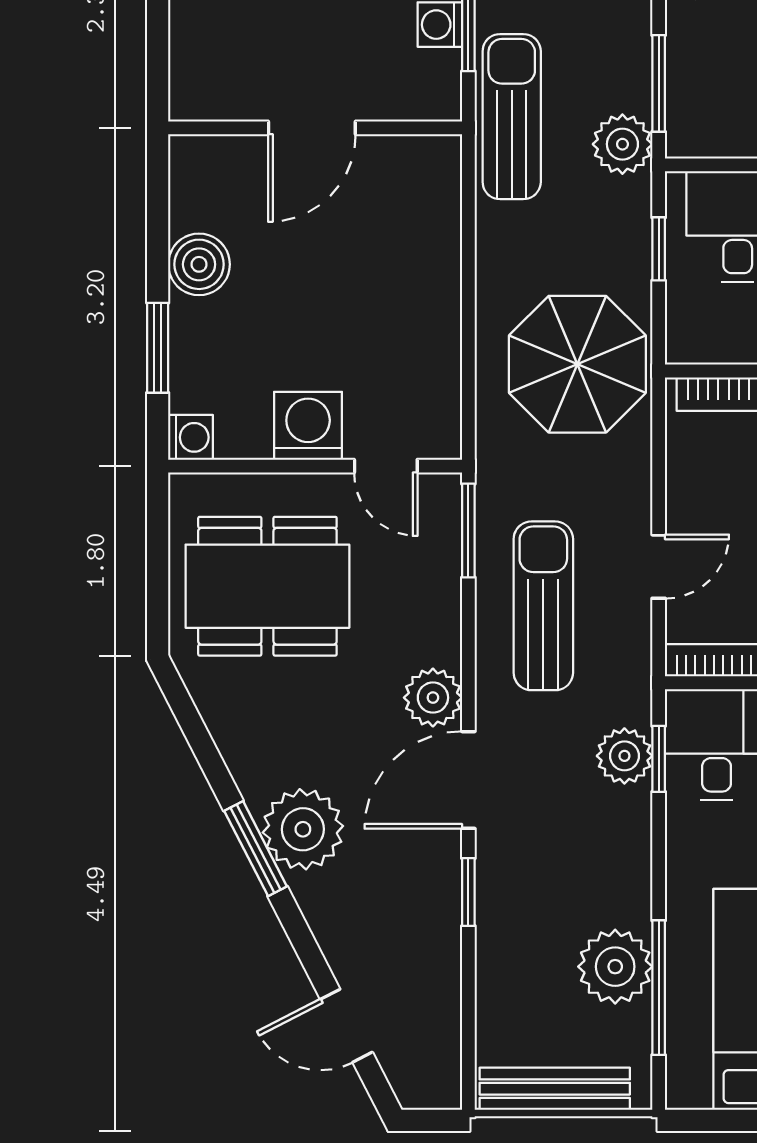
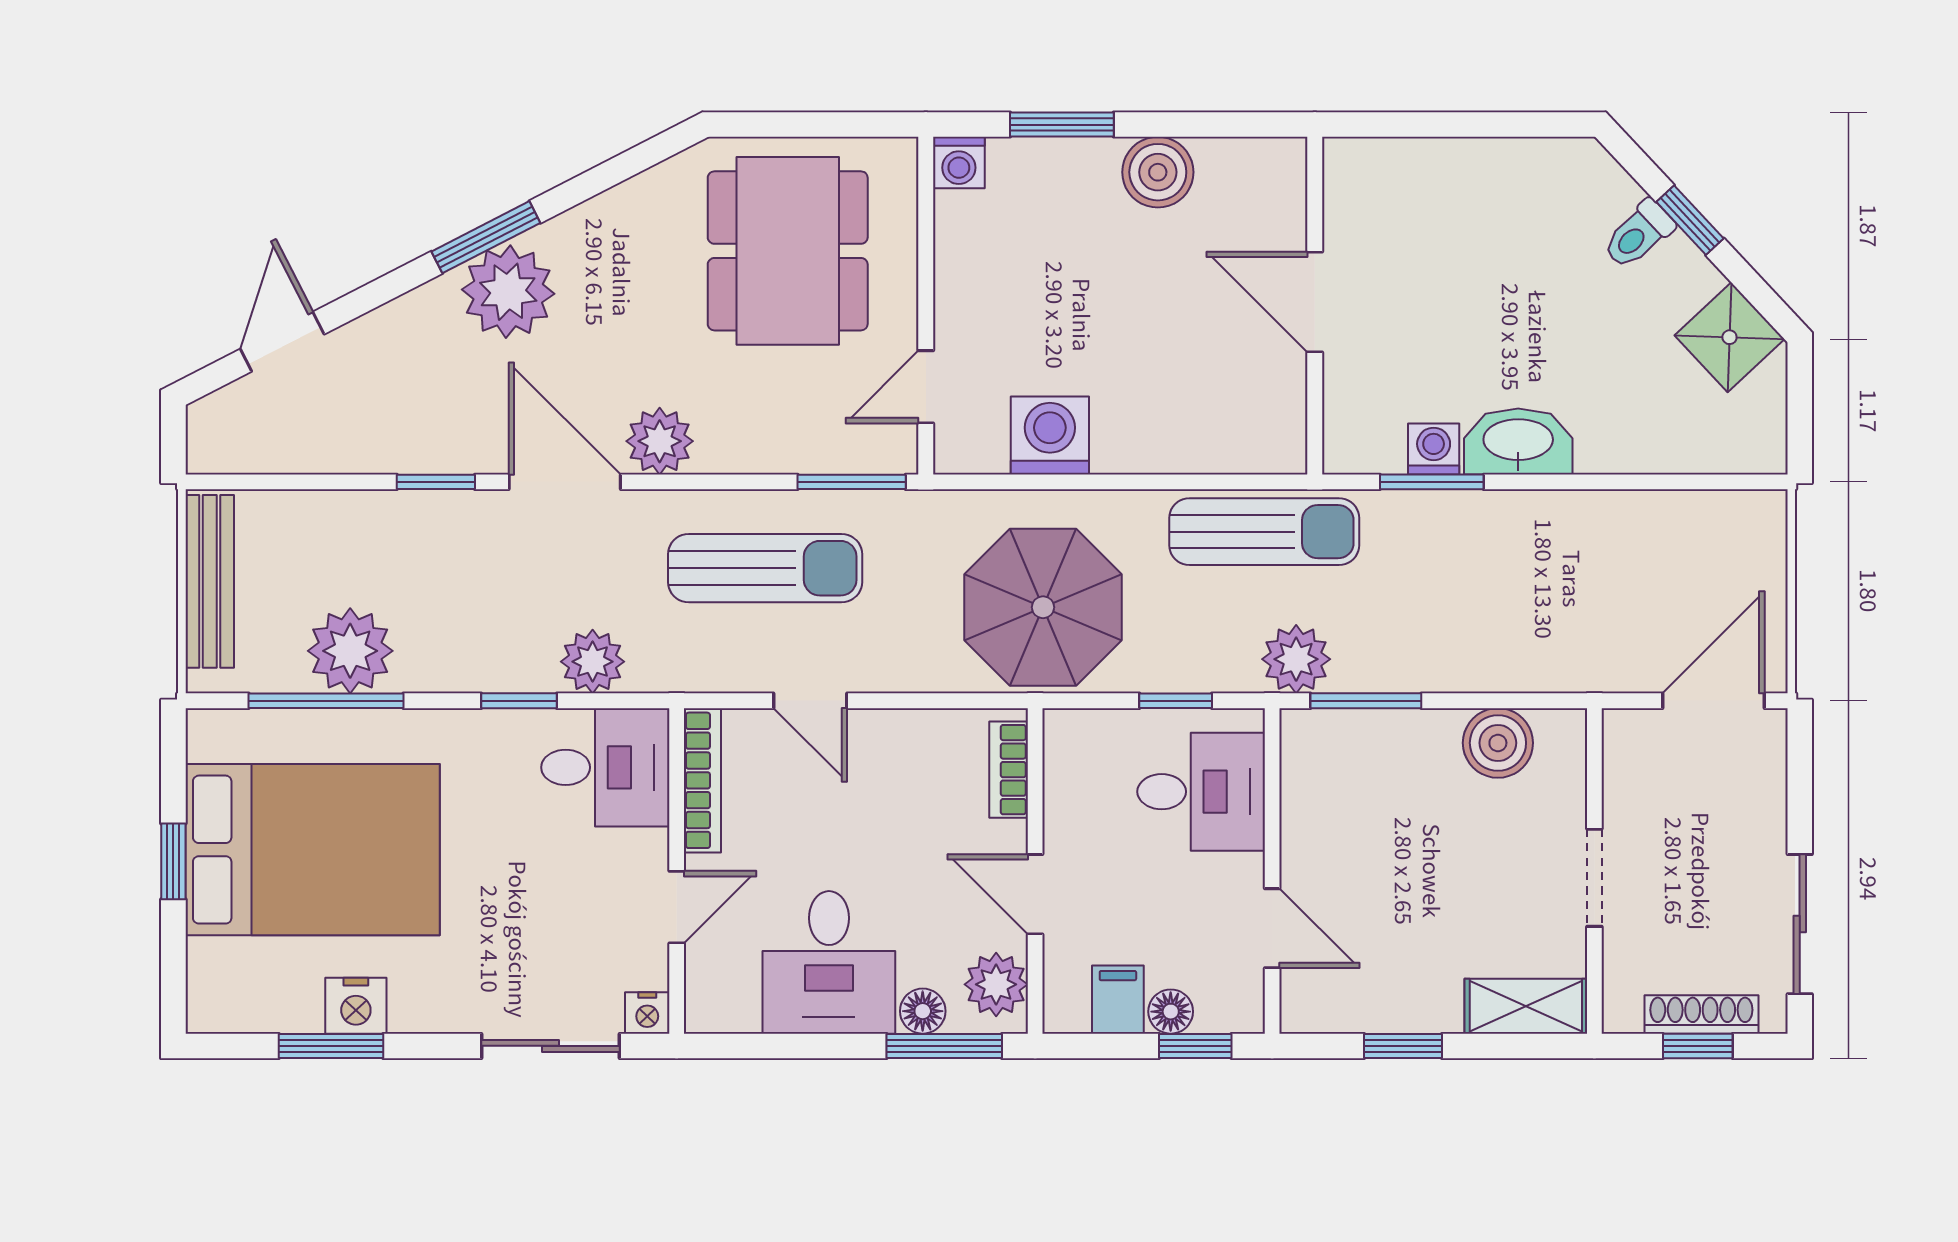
sun lounger: (512, 117) -> (1264, 532), moved
washing machine: (308, 426) -> (1050, 436), moved, turned -90
window: (659, 759) -> (519, 701), moved

